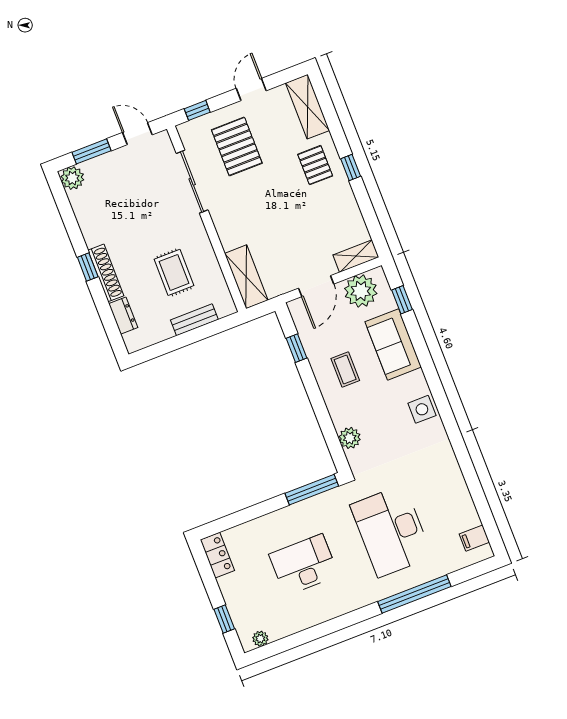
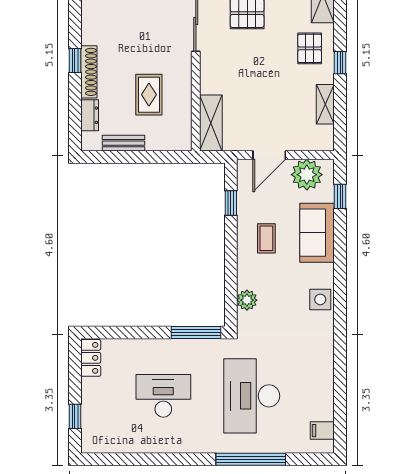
shelving: (356, 256) -> (325, 104), moved, turned 90
bench: (194, 320) -> (124, 143), moved
plant: (260, 639) -> (100, 446), removed

